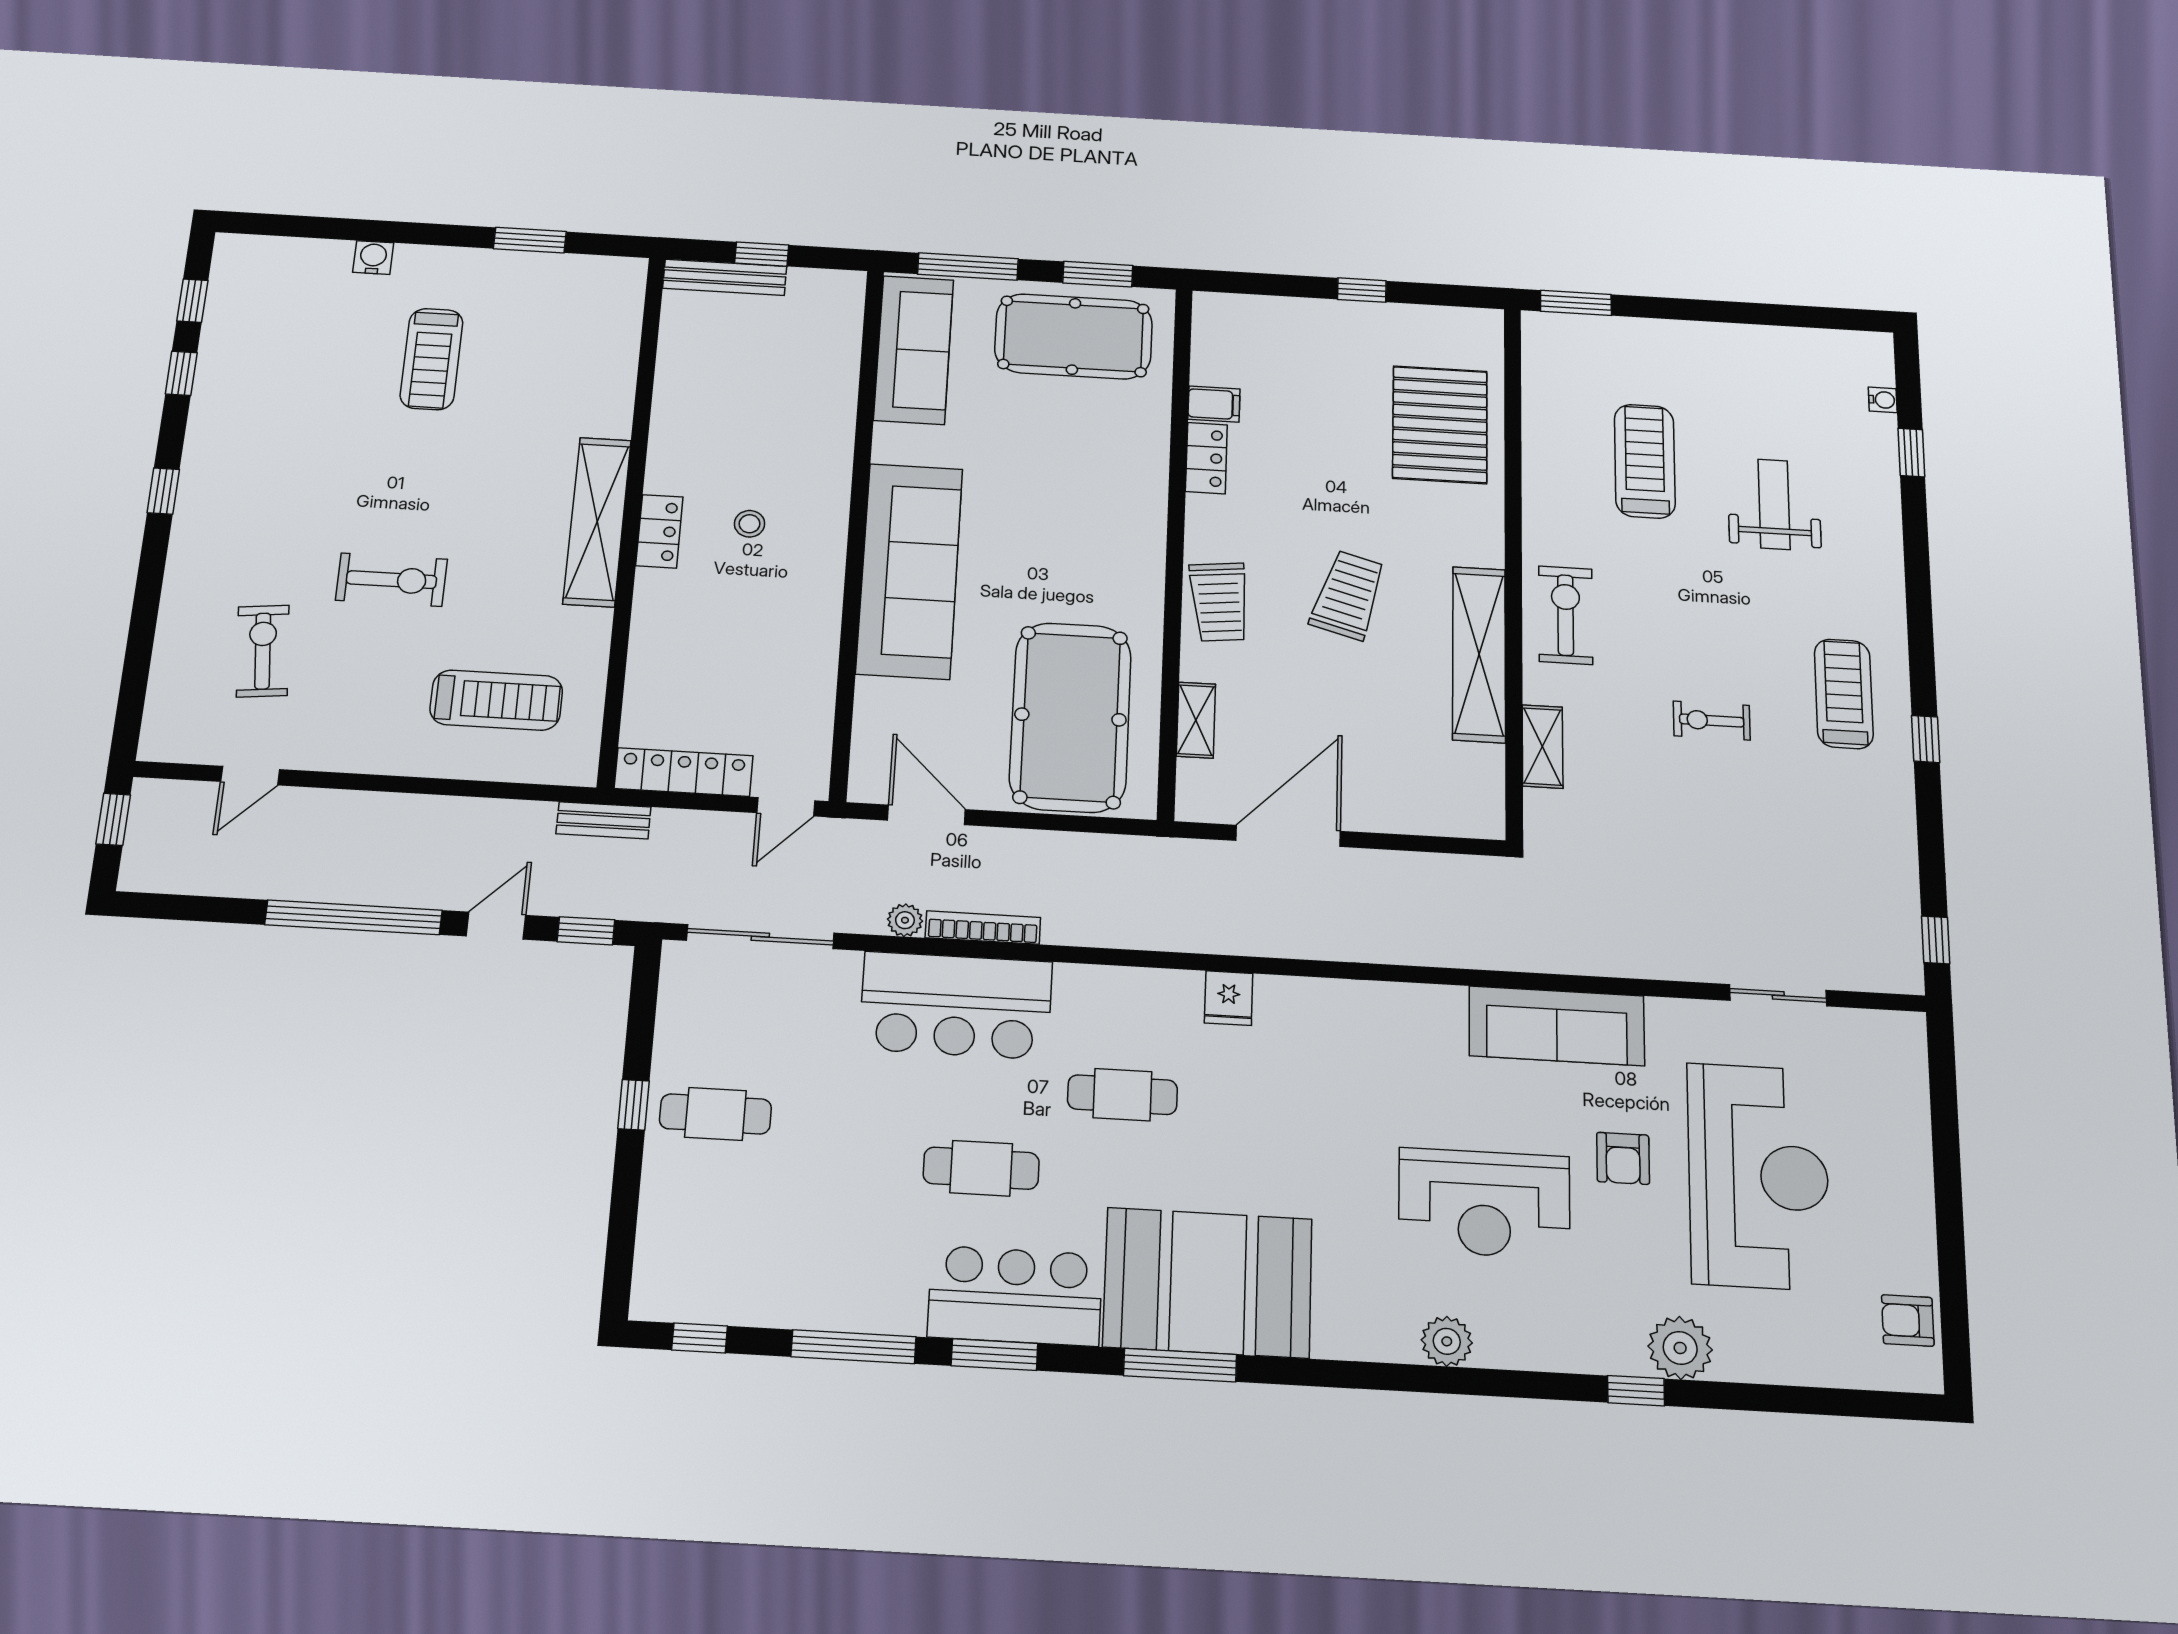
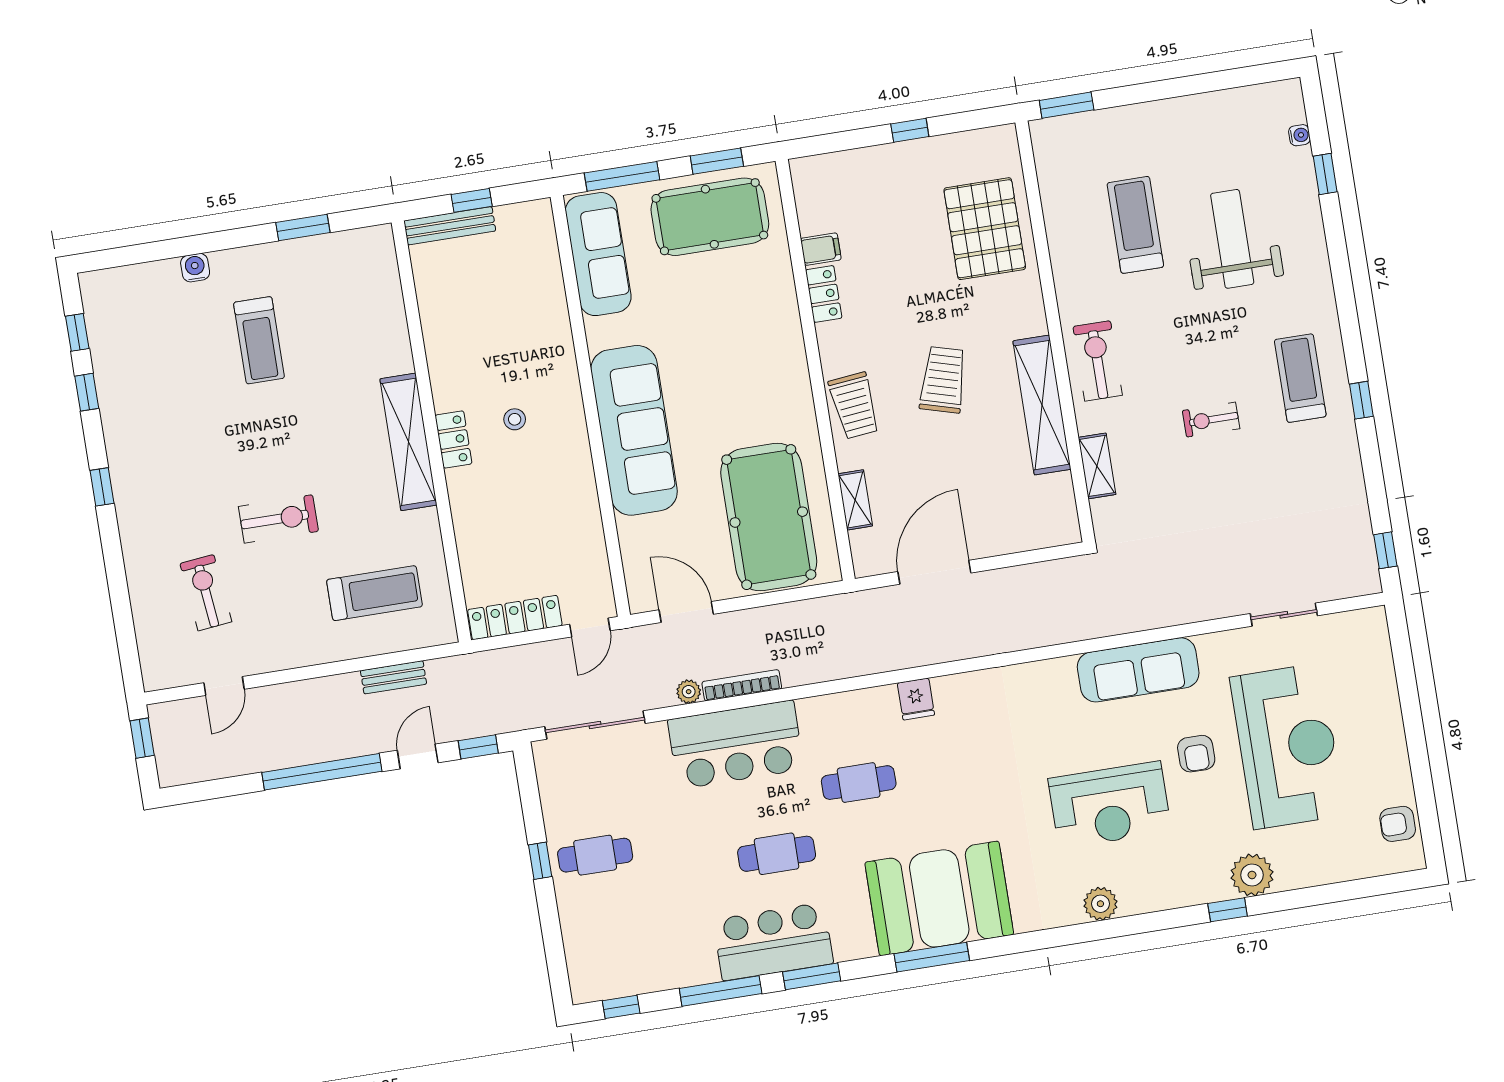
weight bench: (1774, 504) -> (1232, 239), width x1.36, depth x1.33
bench: (603, 820) -> (393, 677), moved
bar counter: (1015, 1296) -> (773, 942), moved

